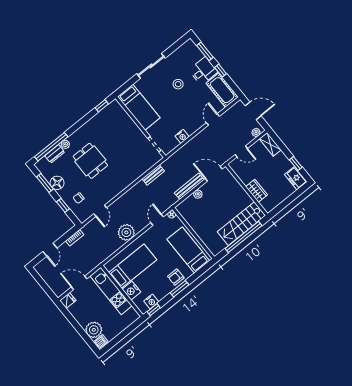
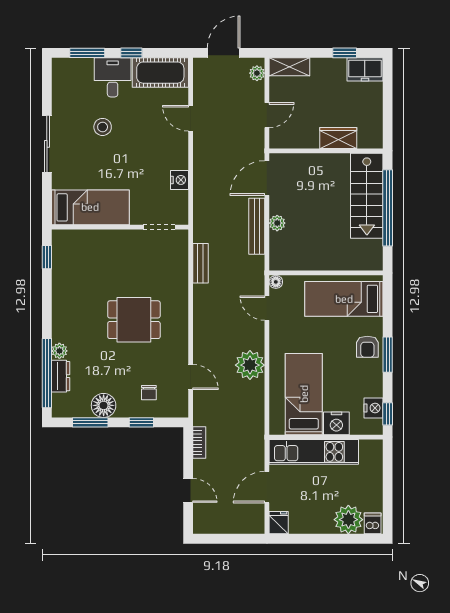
dining table: (90, 161) -> (134, 320), moved

